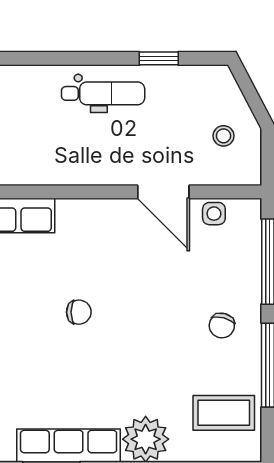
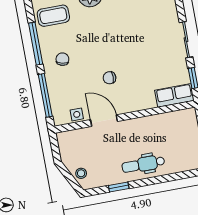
stool: (224, 136) -> (81, 173), moved
chair: (79, 312) -> (110, 78), moved

